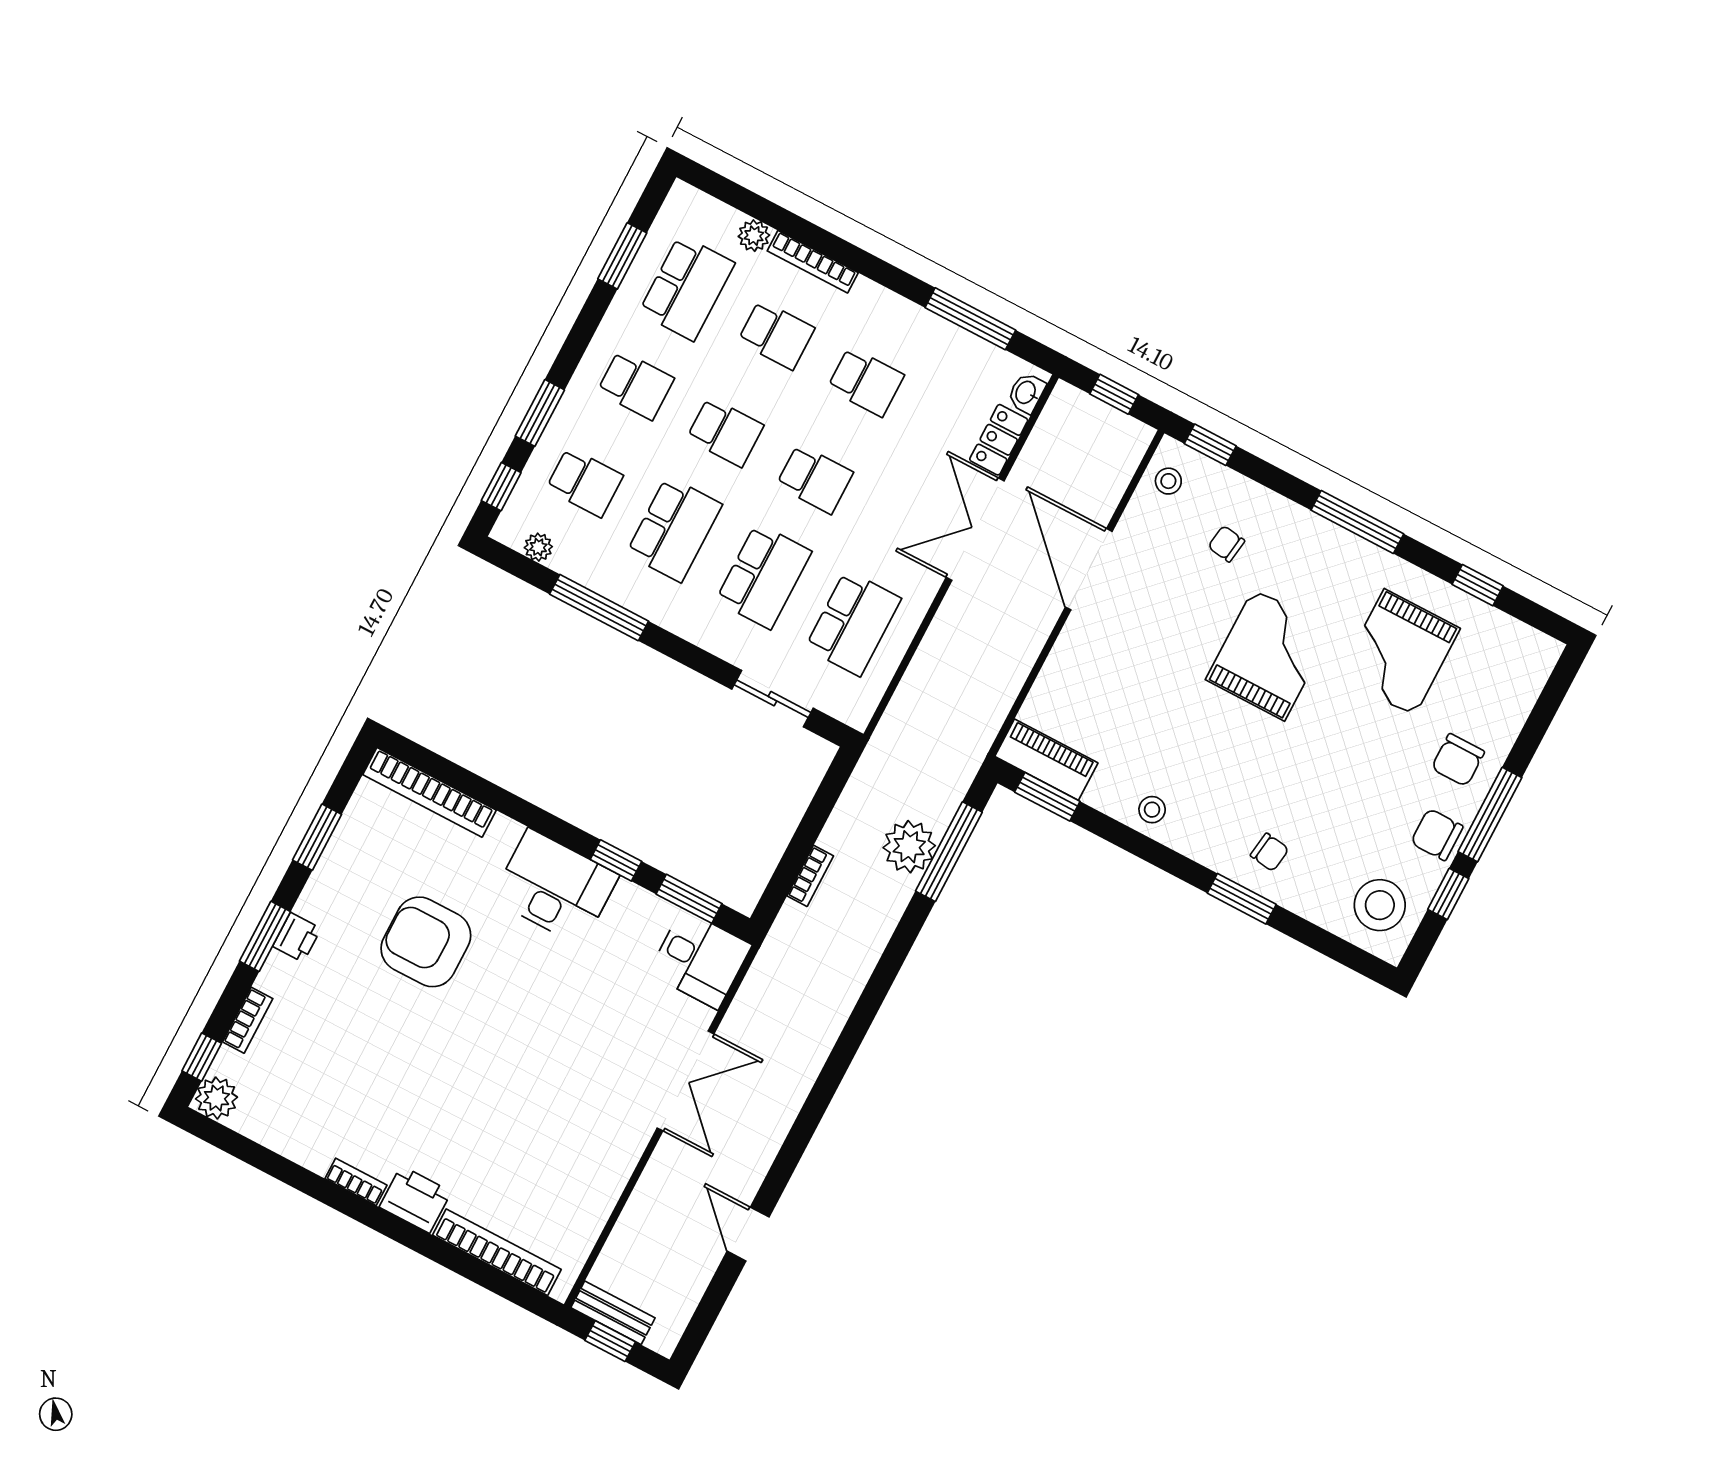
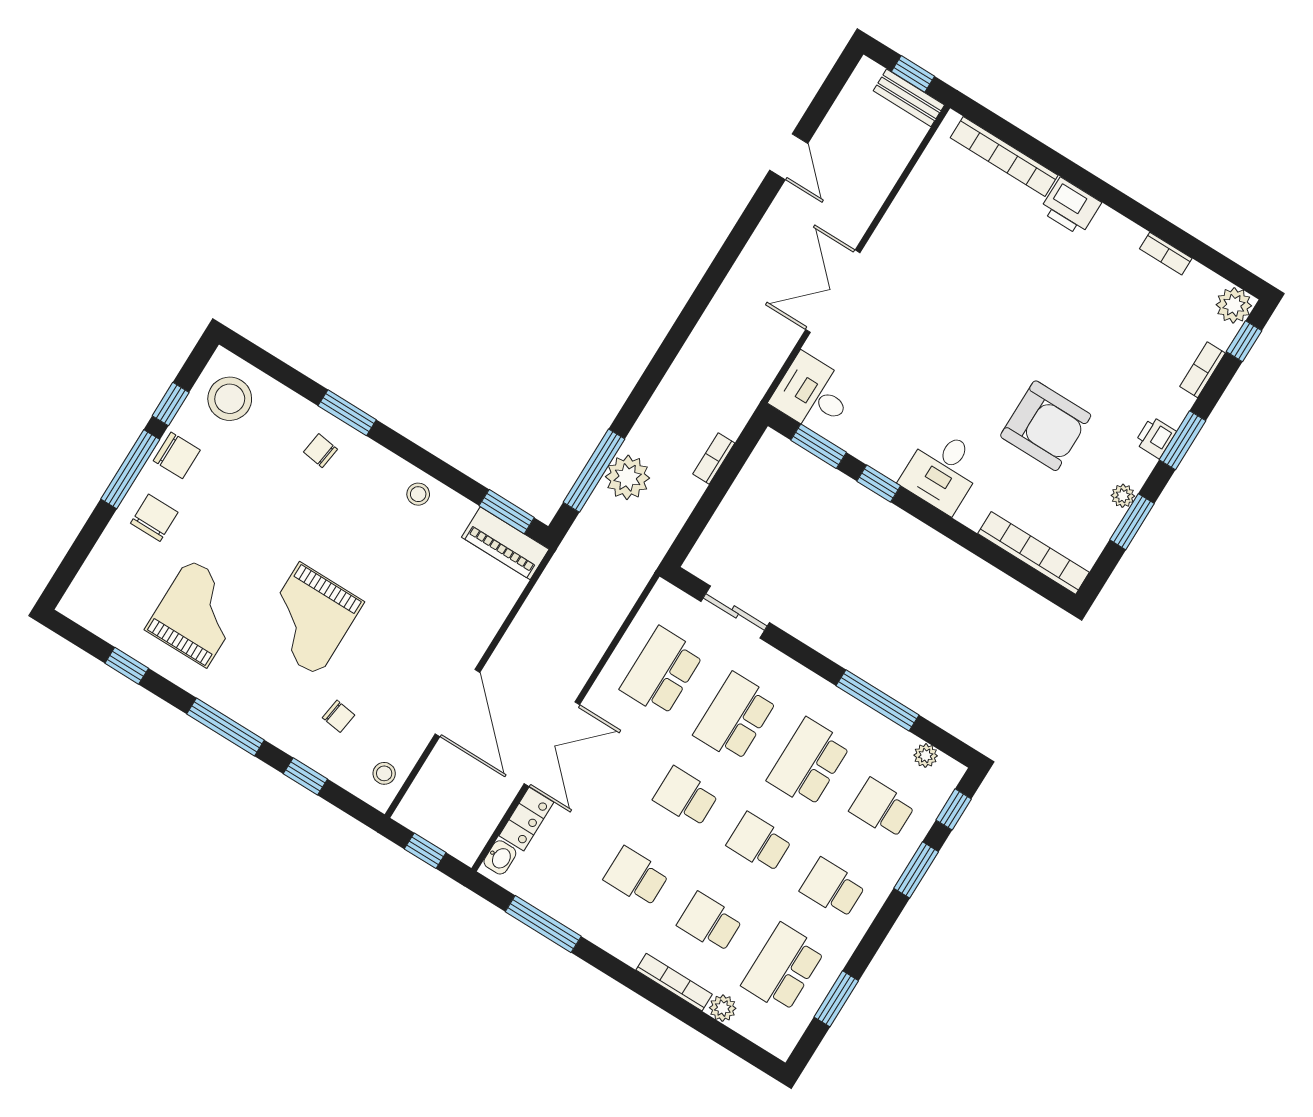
window: (1210, 445) -> (305, 776), moved
plant: (330, 867) -> (1123, 496), added
desk: (555, 887) -> (942, 471), width x0.73
bookcase: (356, 1182) -> (1166, 254), moved

